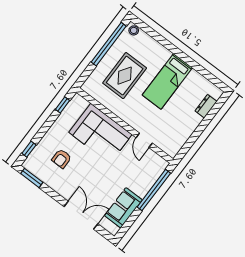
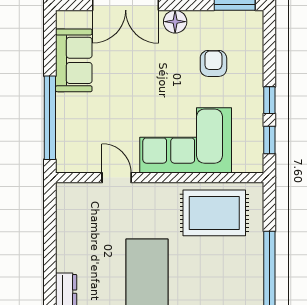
rug: (125, 76) -> (214, 213), moved, turned 90
window: (29, 149) -> (269, 100), moved
floor lamp: (65, 191) -> (175, 22), added

